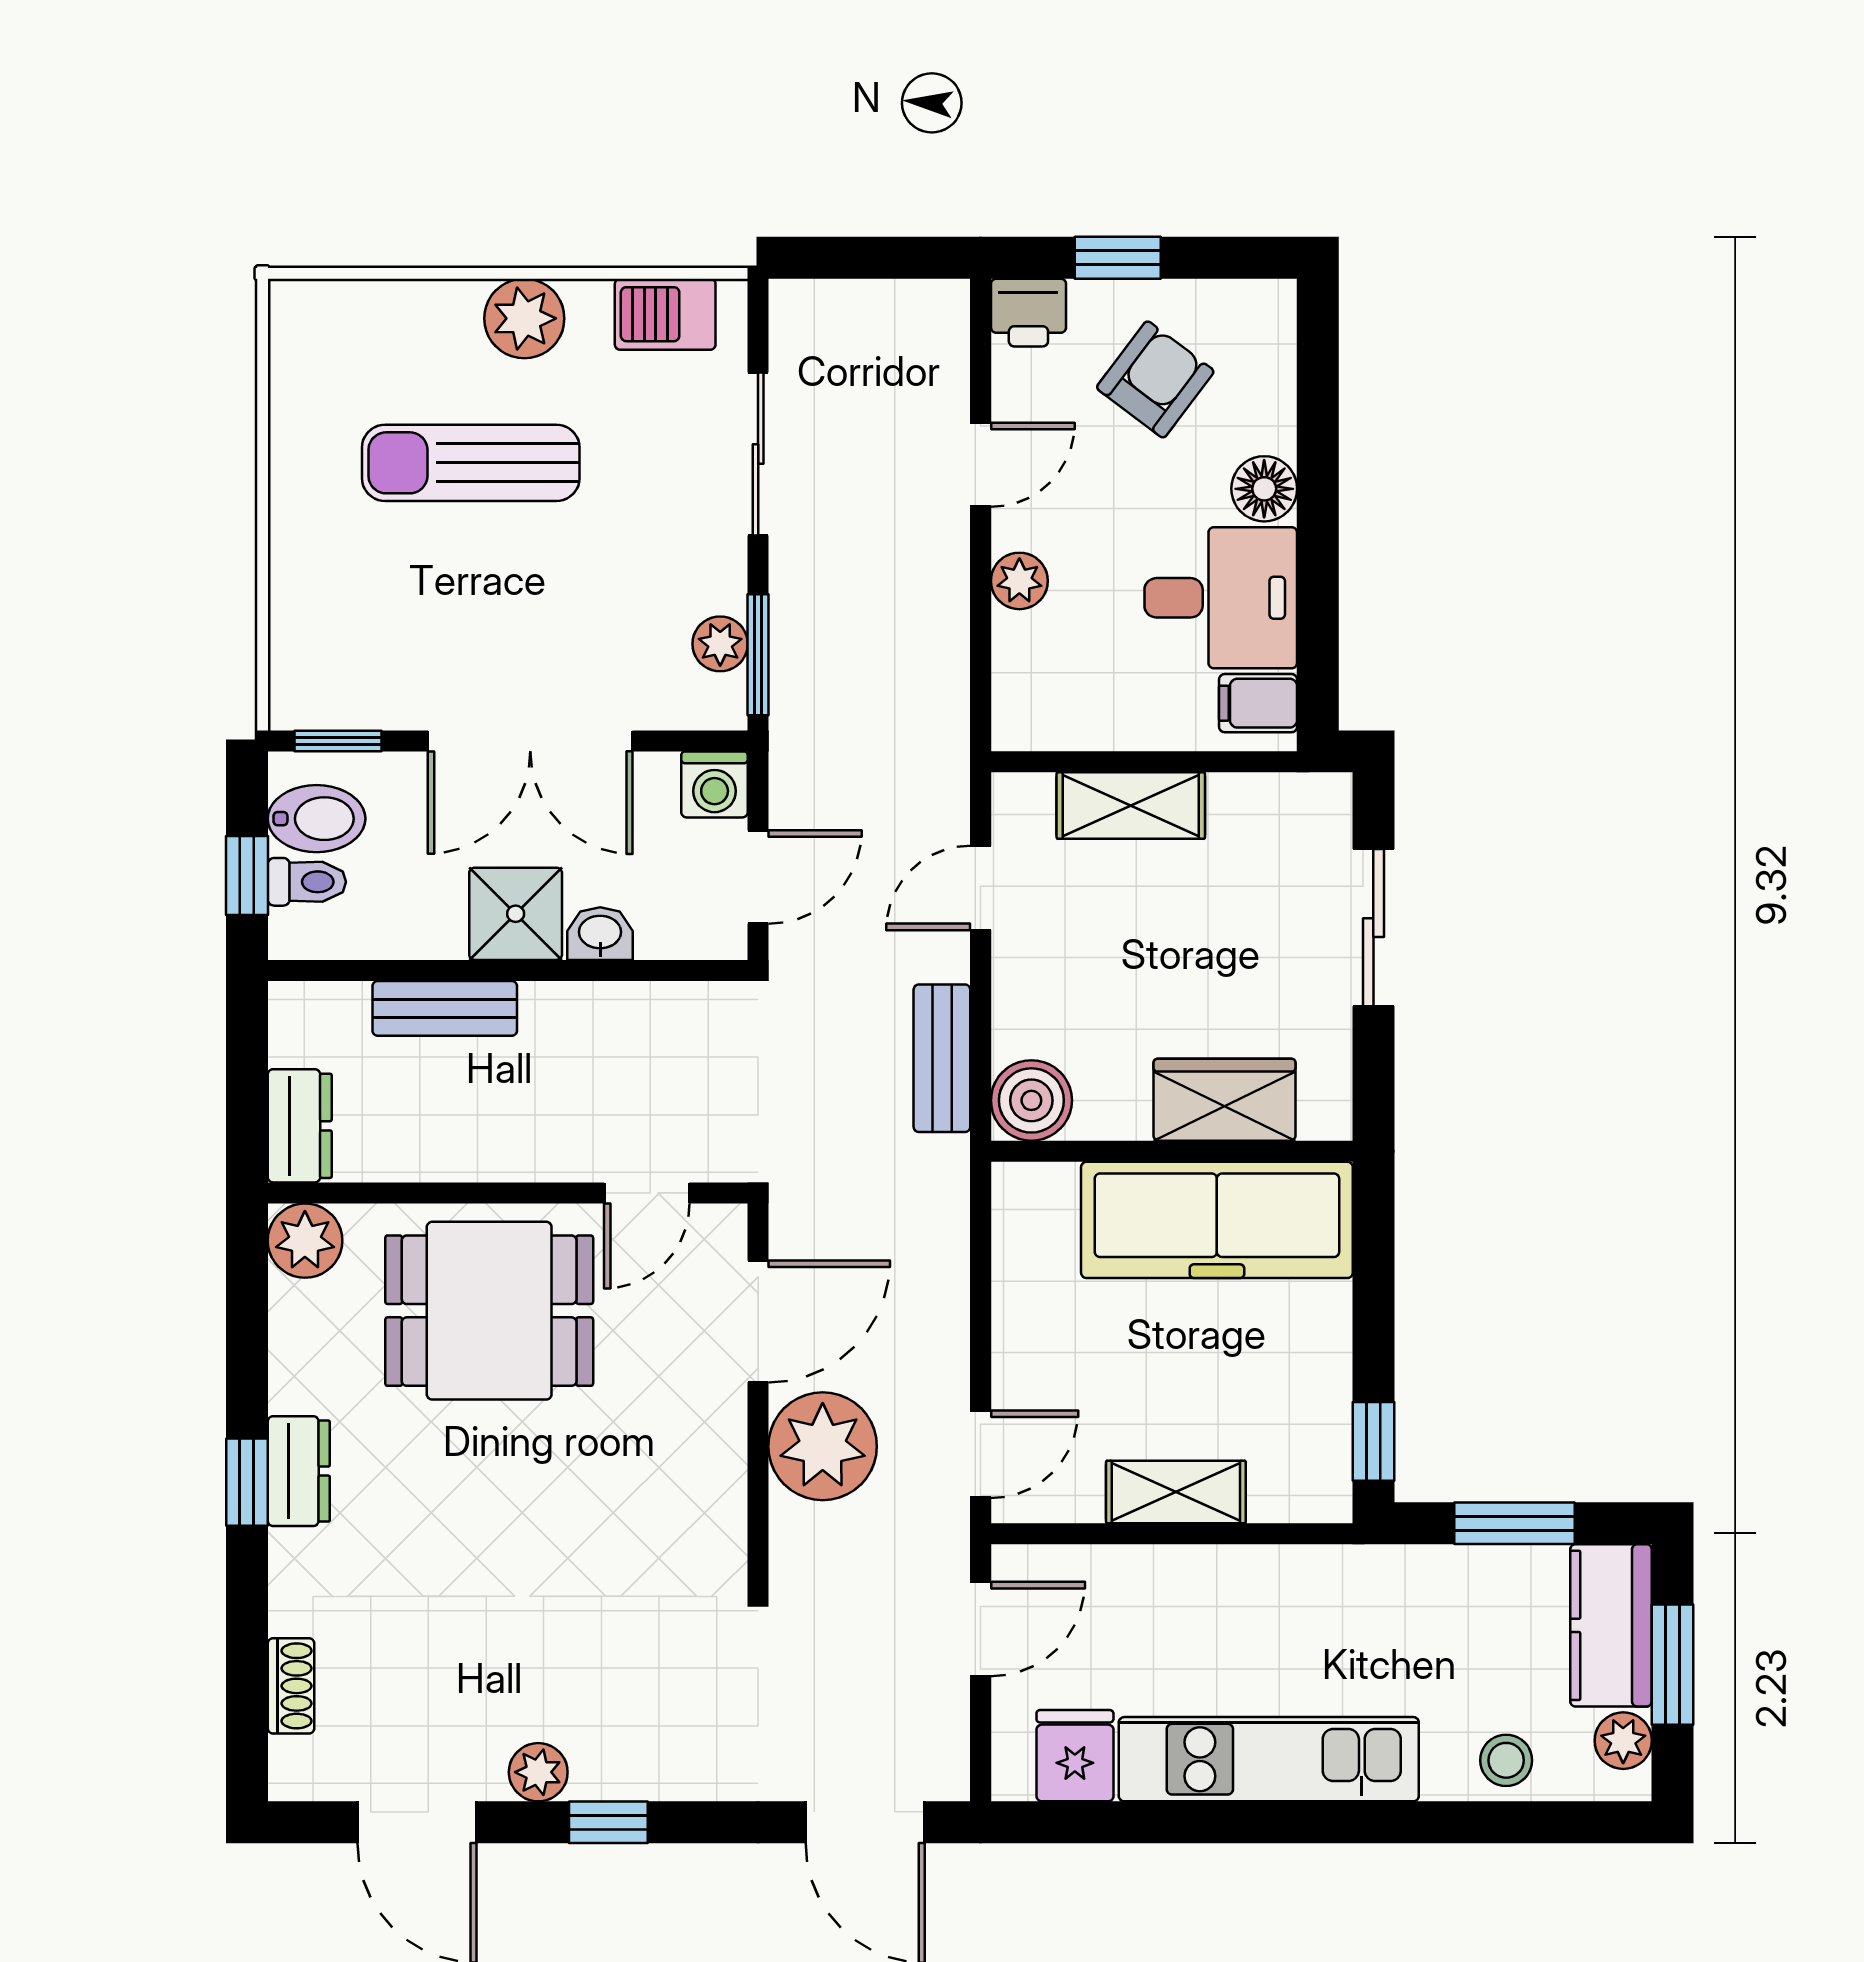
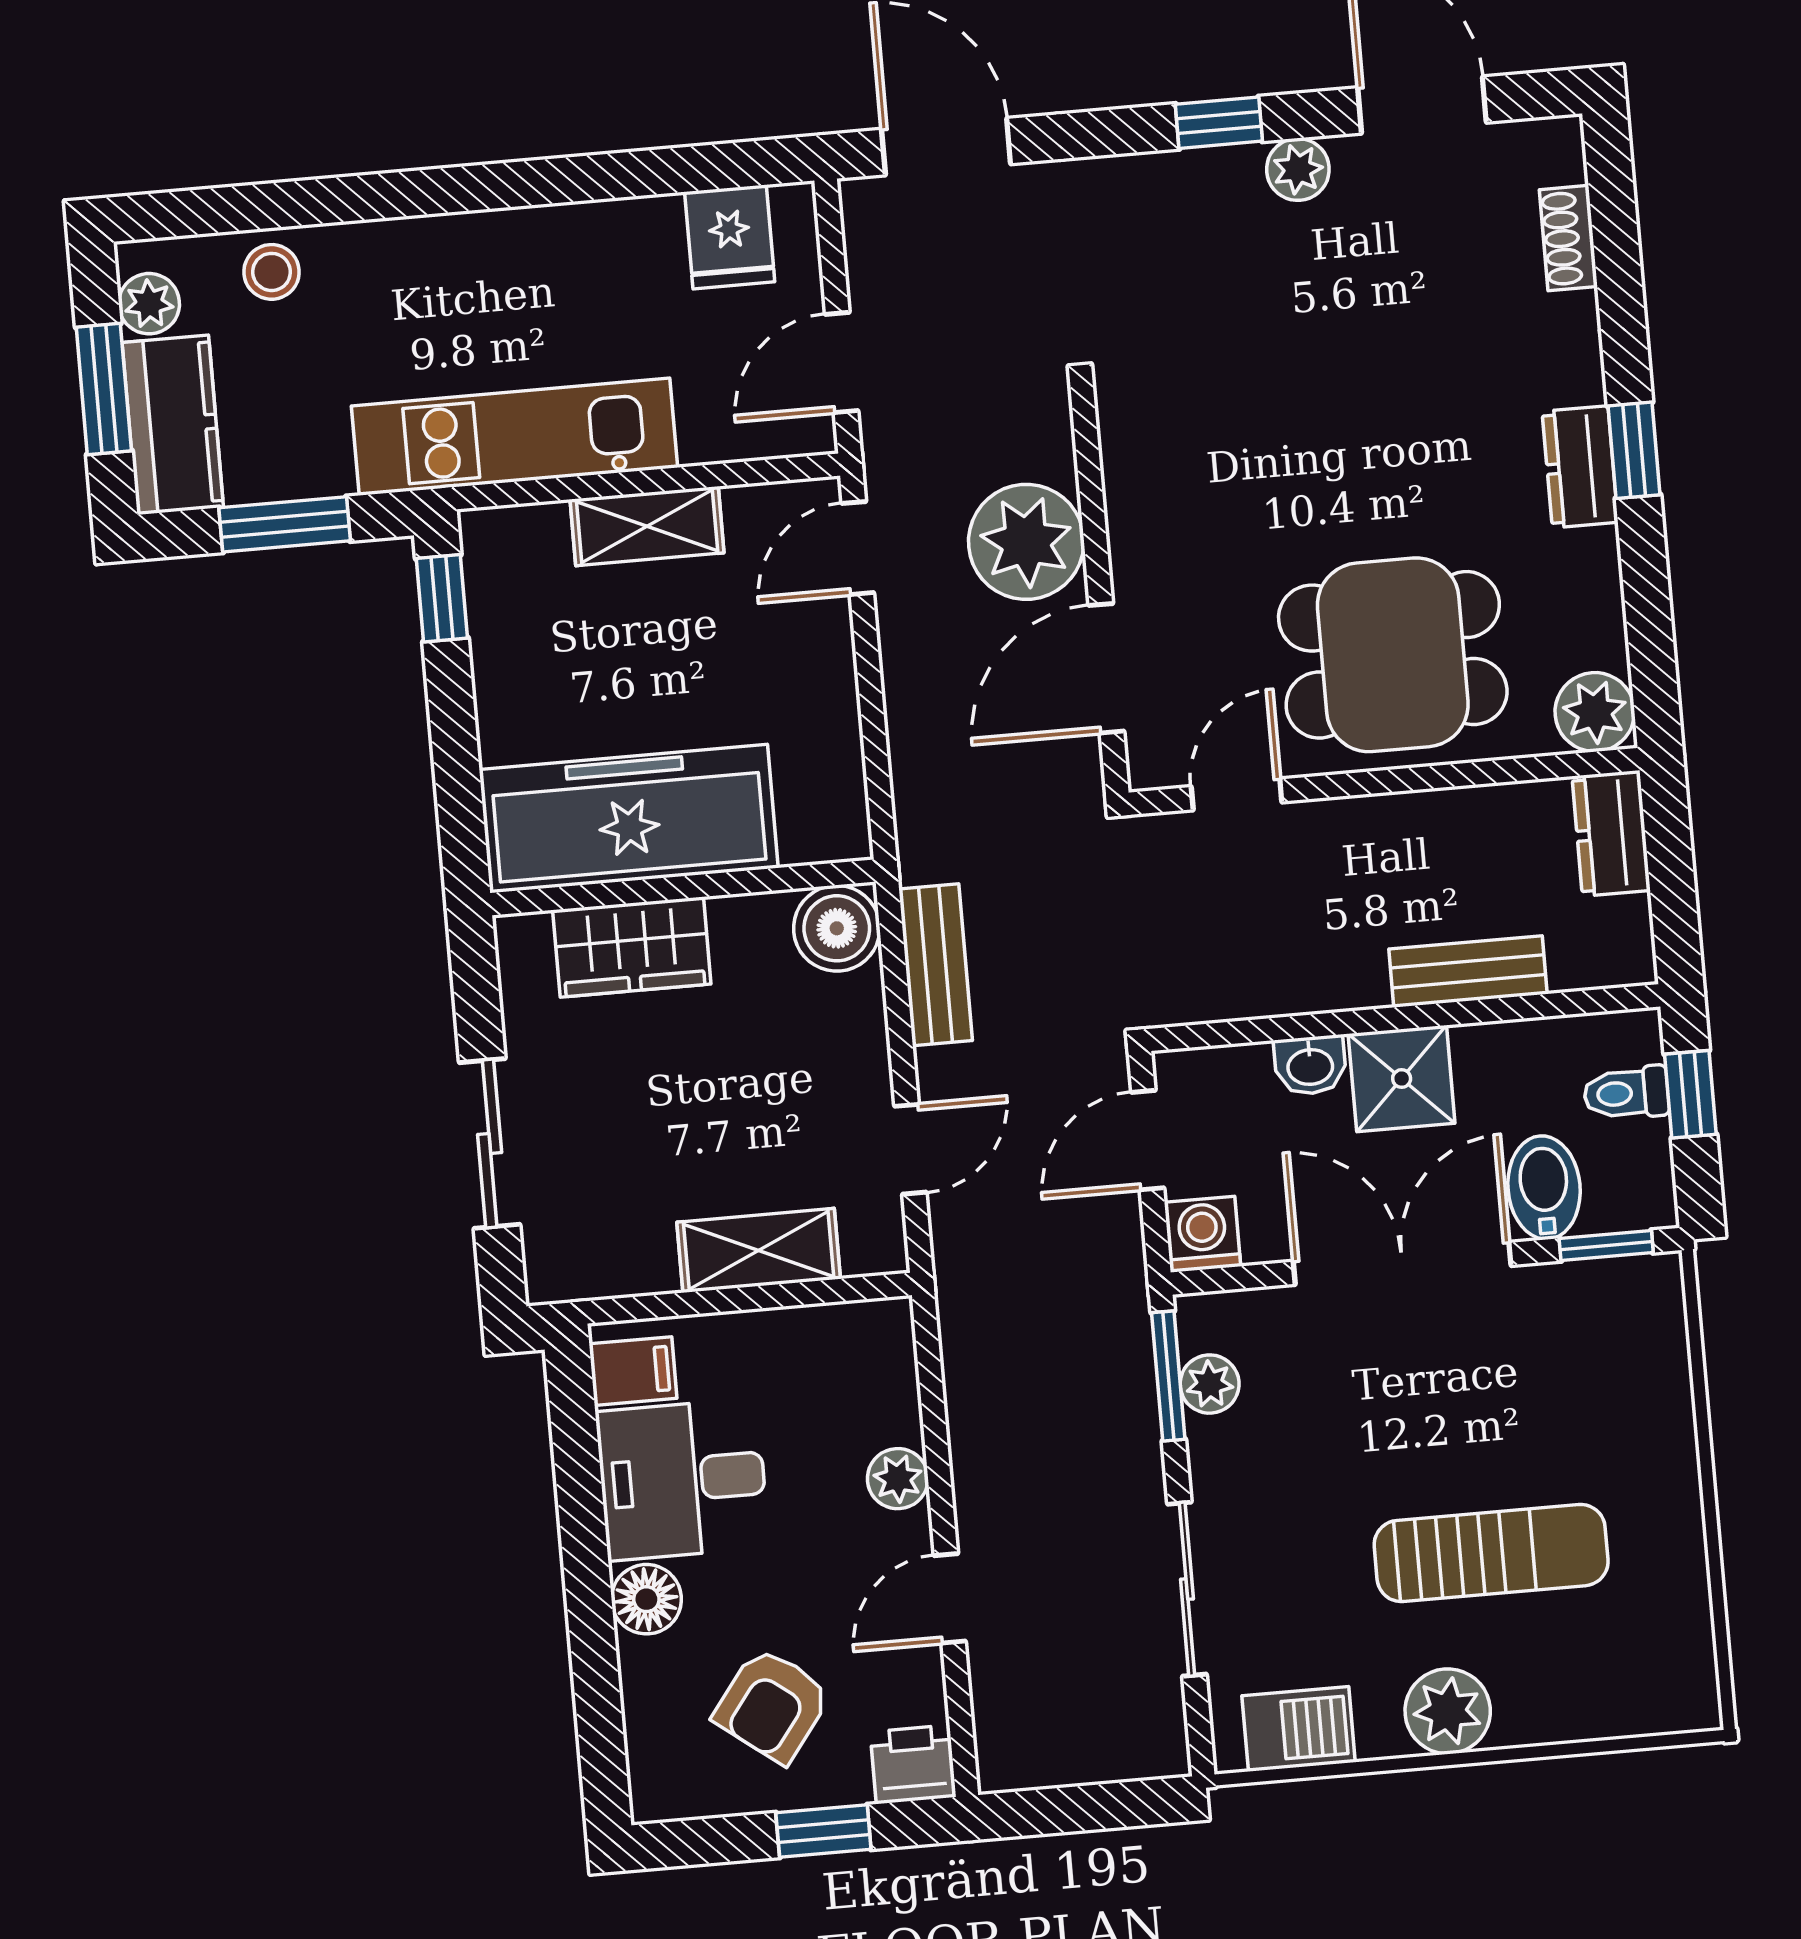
bidet: (317, 819) -> (1544, 1188), moved, turned 90
kitchen unit: (1269, 1759) -> (514, 437), moved, turned 180

